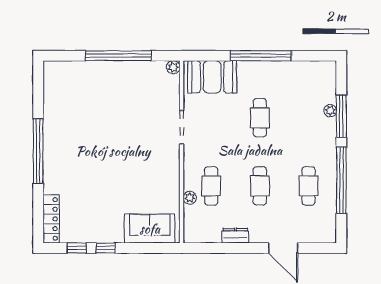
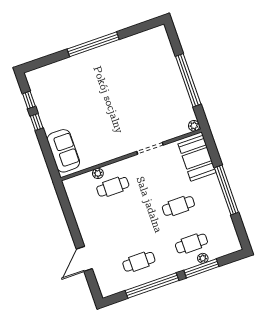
cafe table: (260, 186) -> (191, 243), moved
locker: (51, 219) -> (44, 72), removed
dresser: (235, 236) -> (81, 219), removed

